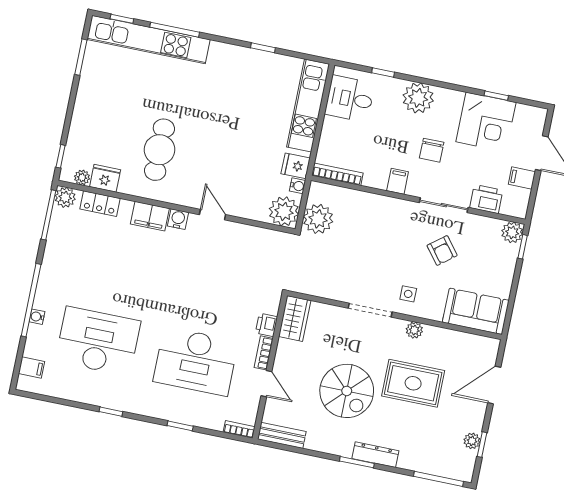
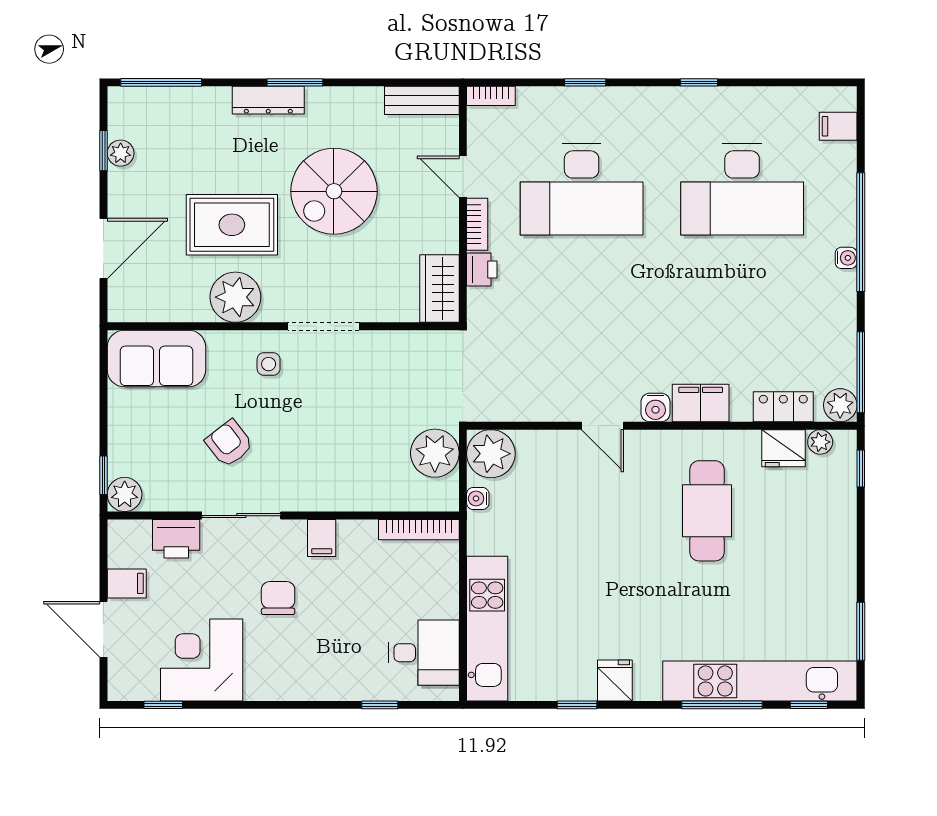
window: (496, 96) -> (163, 705), moved
plant: (418, 98) -> (316, 676), removed
fridge: (296, 166) -> (615, 680), moved, turned -90
water cooler: (37, 317) -> (846, 258), moved
plant: (414, 330) -> (235, 297), width x1.88, depth x1.88
desk: (196, 361) -> (582, 189), turned 180
spiral stairs: (347, 391) -> (334, 191), turned -90

